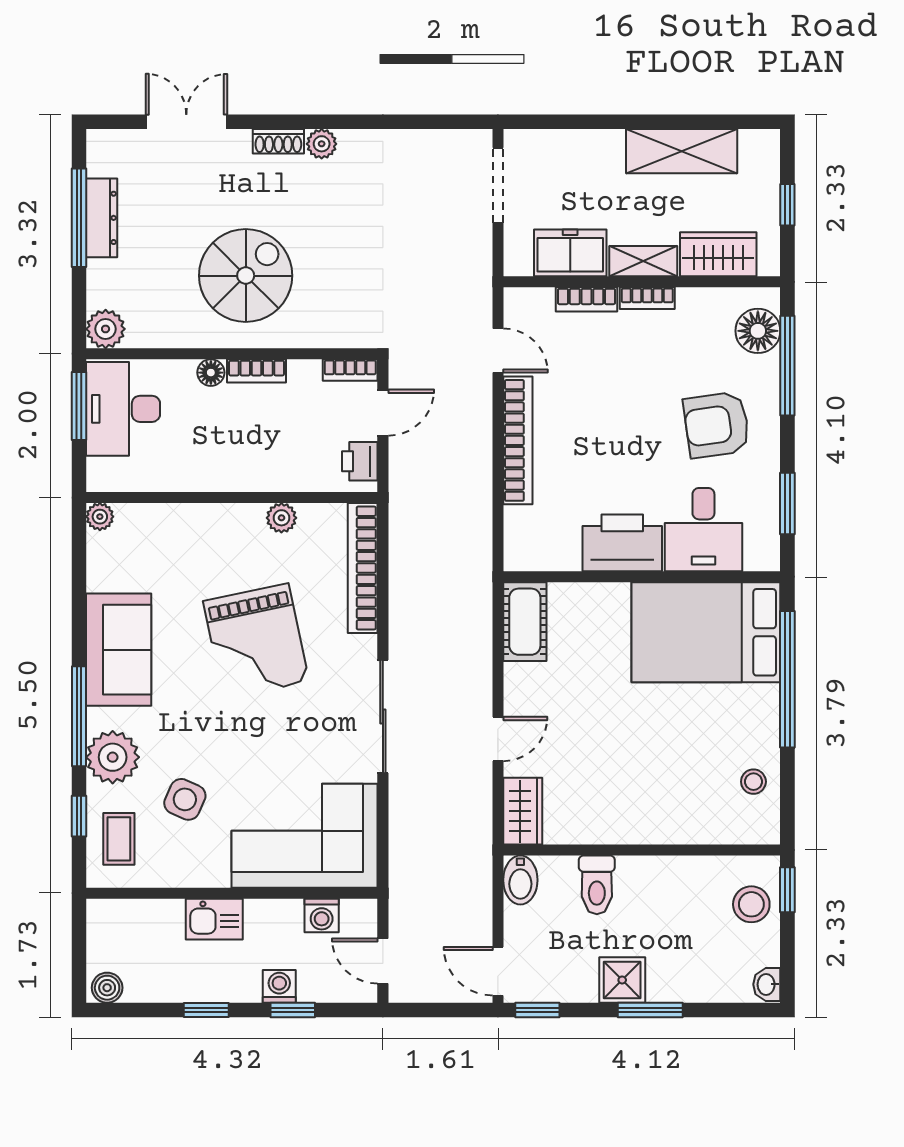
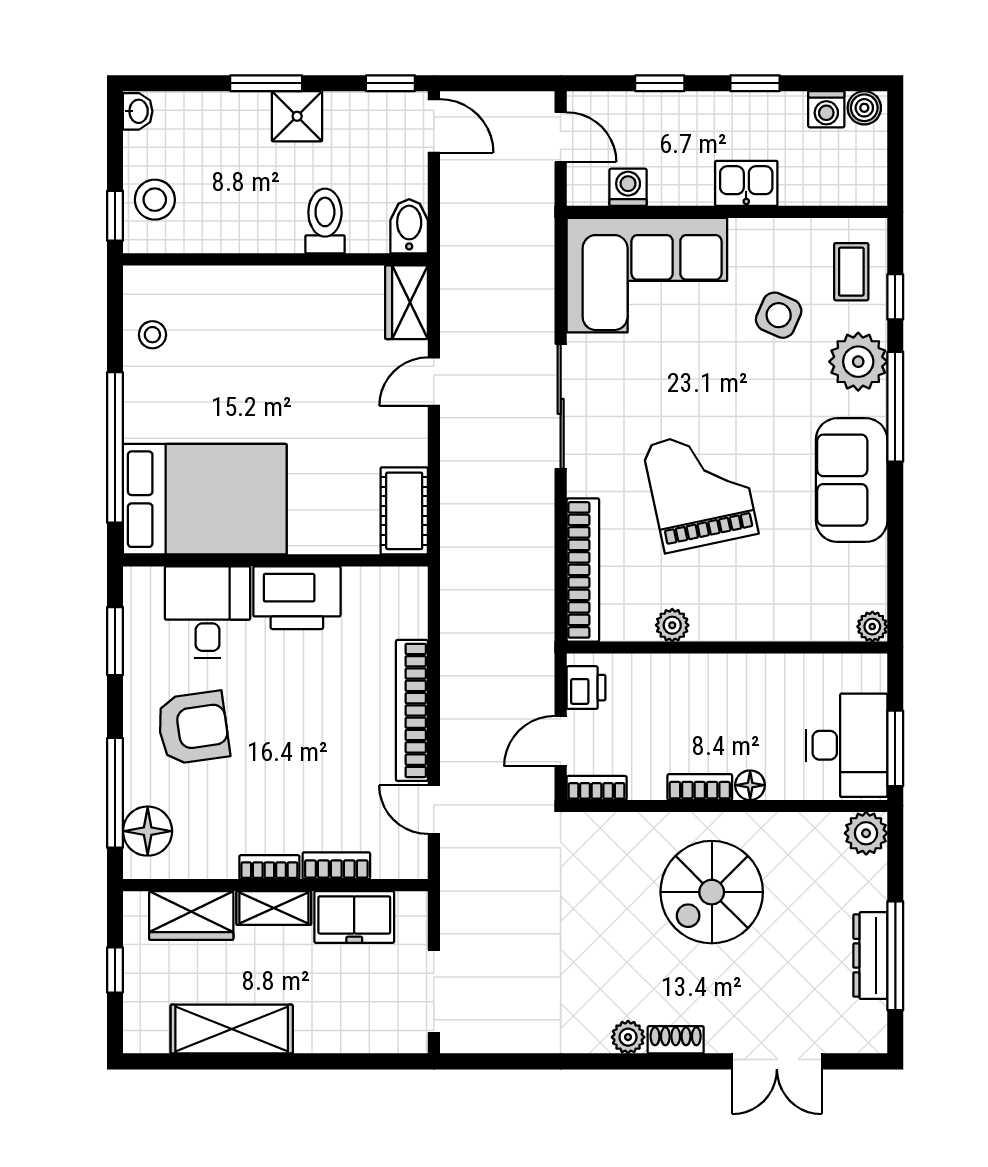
washing machine: (279, 986) -> (826, 109), moved

